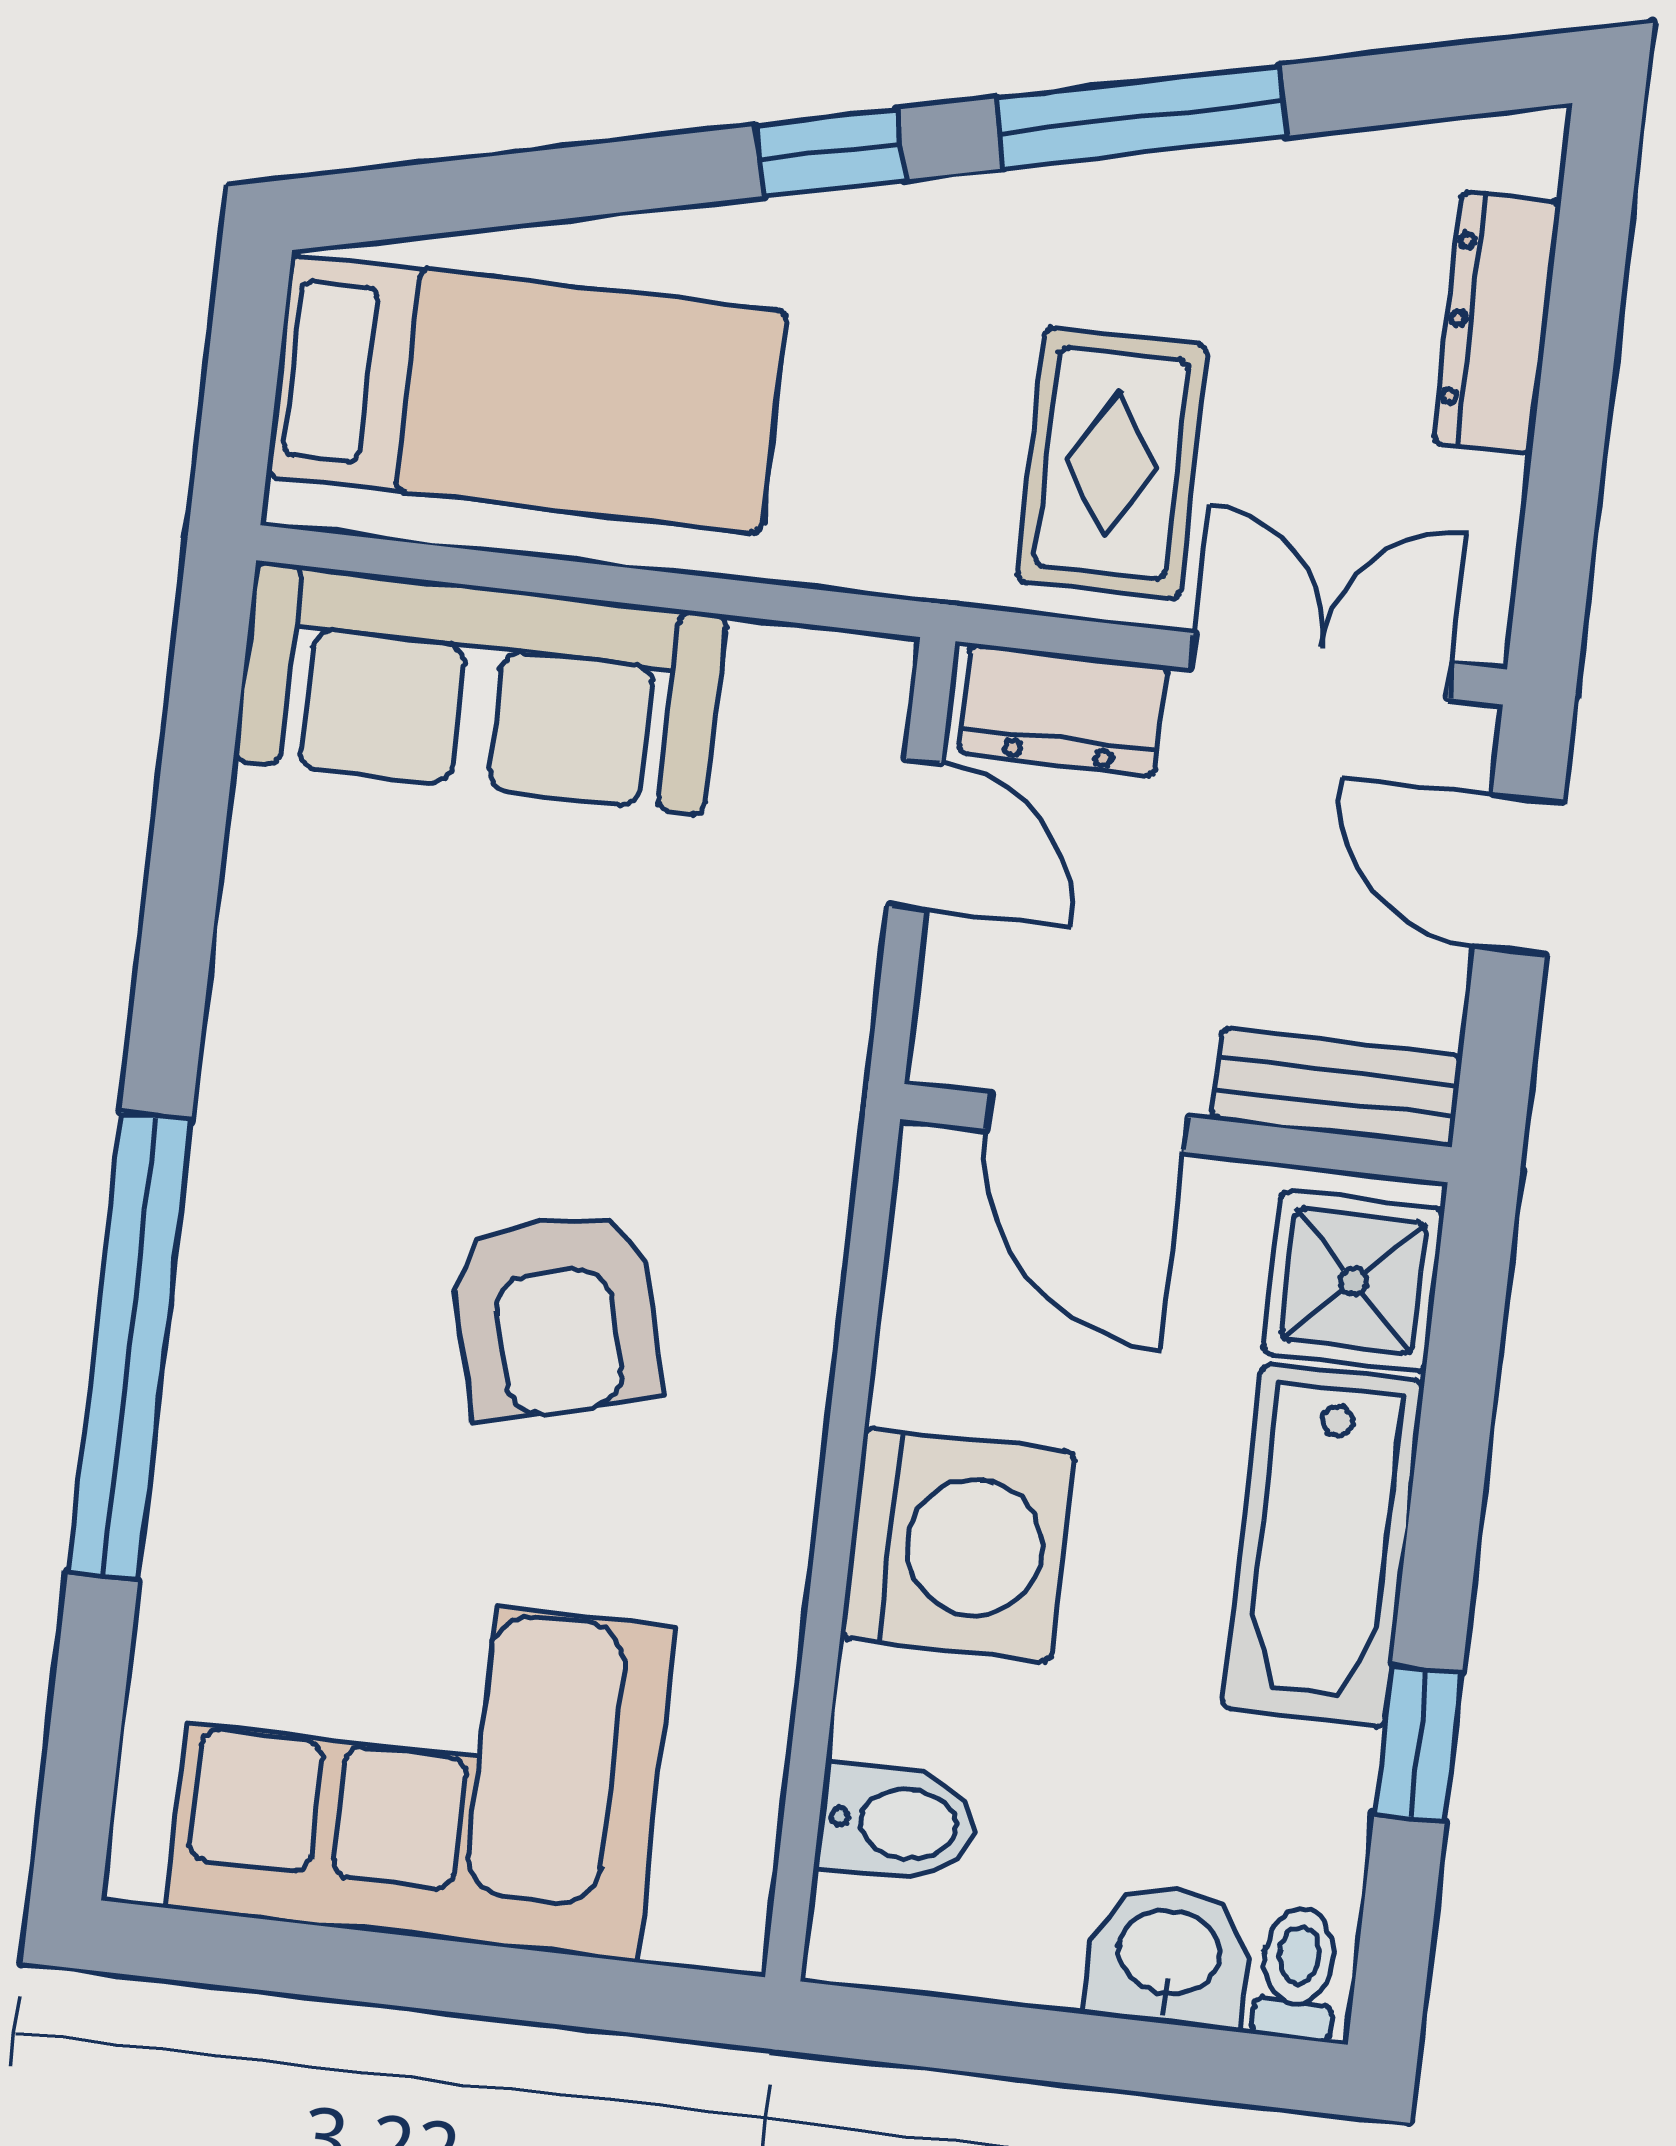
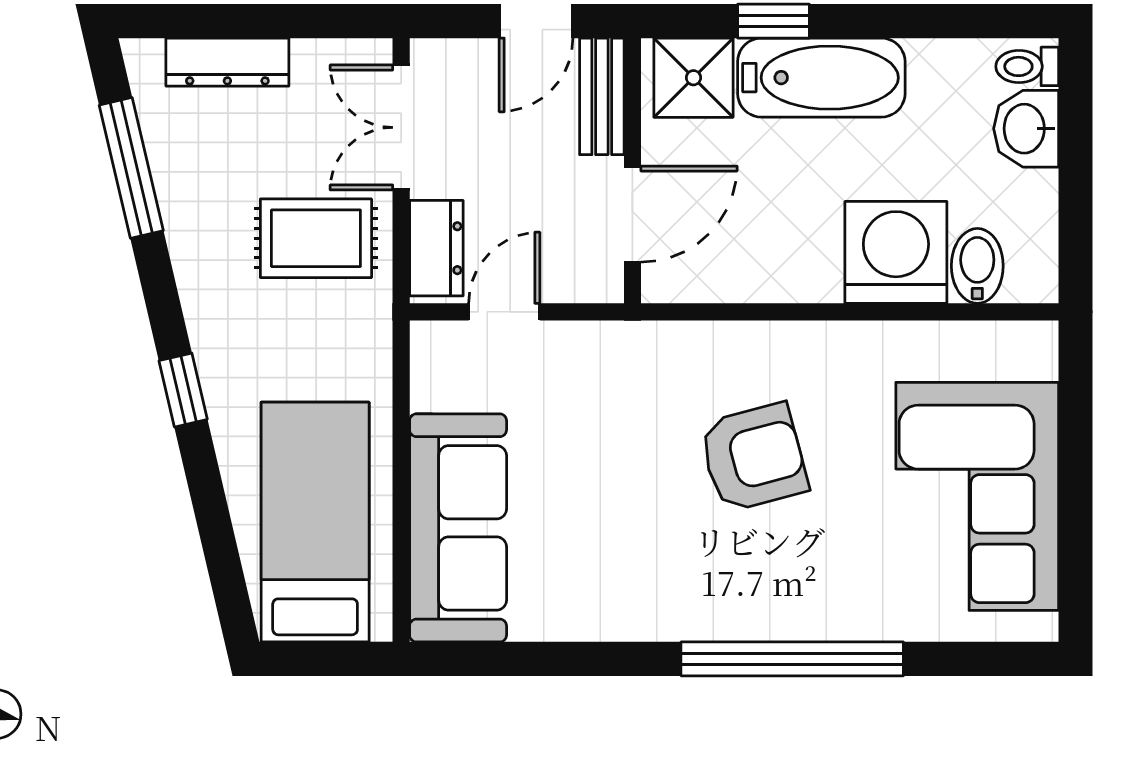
window: (1141, 117) -> (131, 168), moved
door: (1519, 875) -> (536, 21), moved
washing machine: (957, 1545) -> (896, 252), moved
window: (1418, 1744) -> (773, 21), moved

